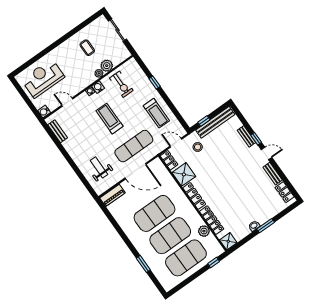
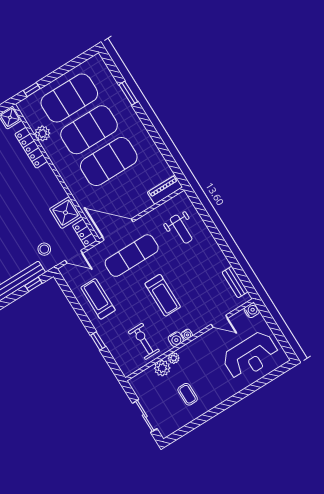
door: (136, 171) -> (118, 229), moved
locker: (194, 196) -> (53, 182), removed

